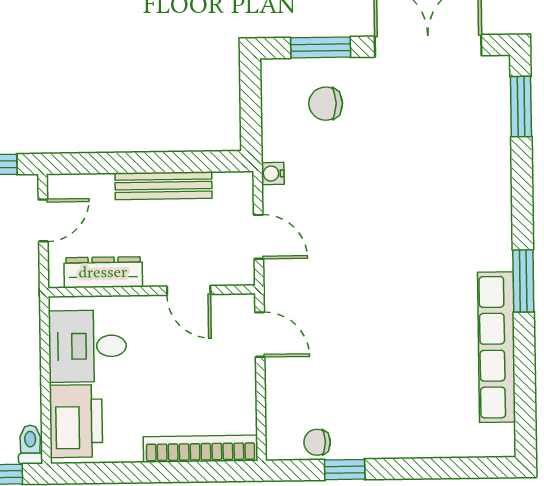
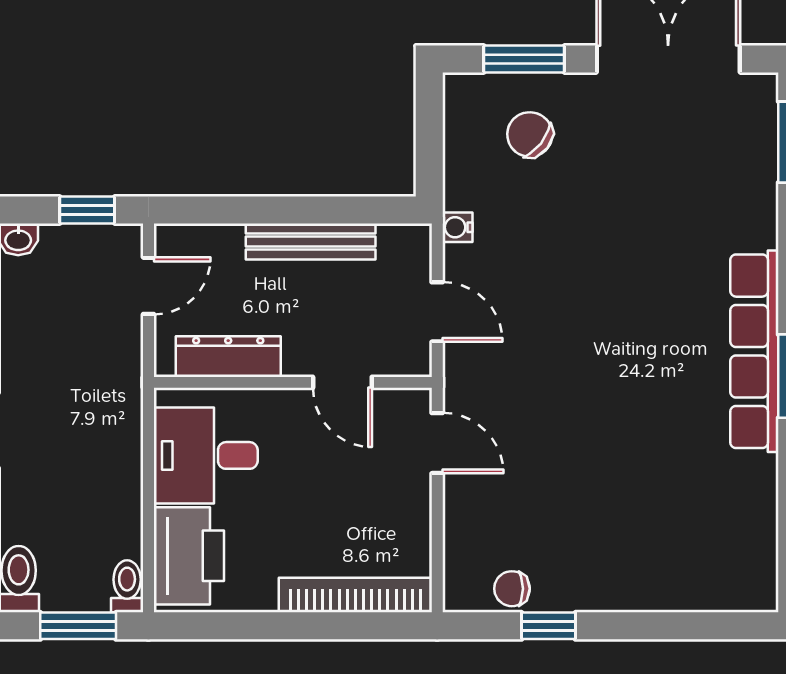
chair: (326, 104) -> (530, 134), turned 38
row of seats: (497, 347) -> (754, 351), moved

